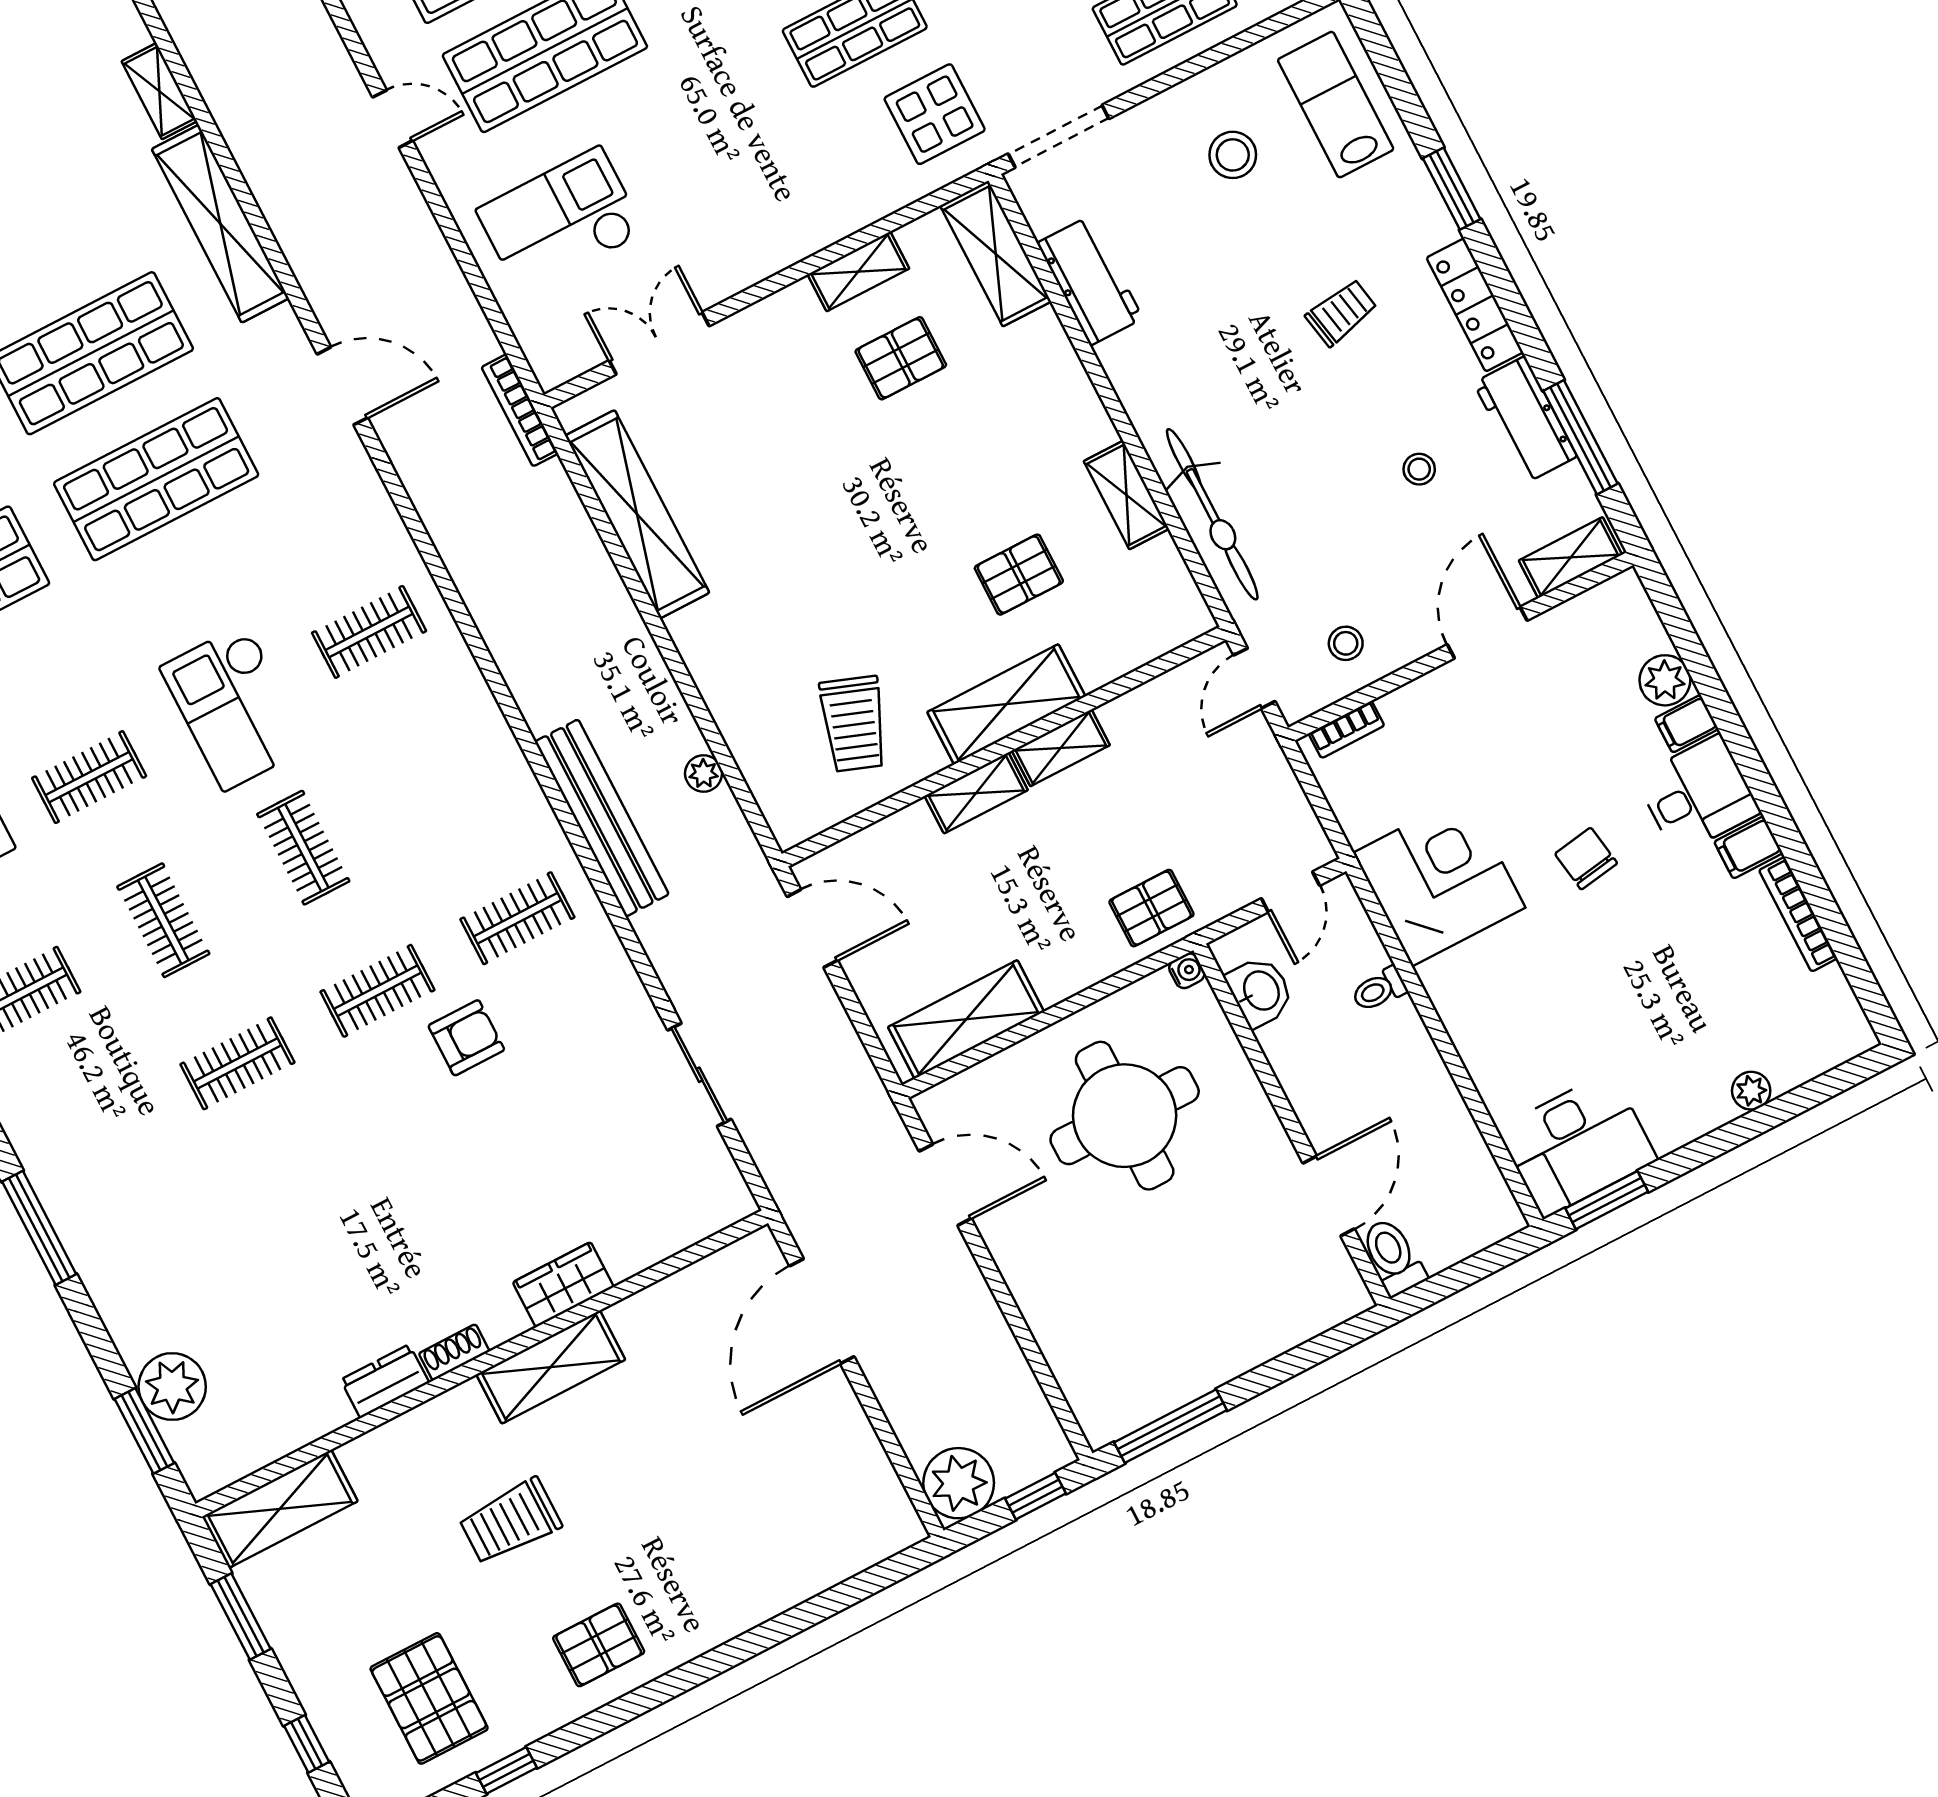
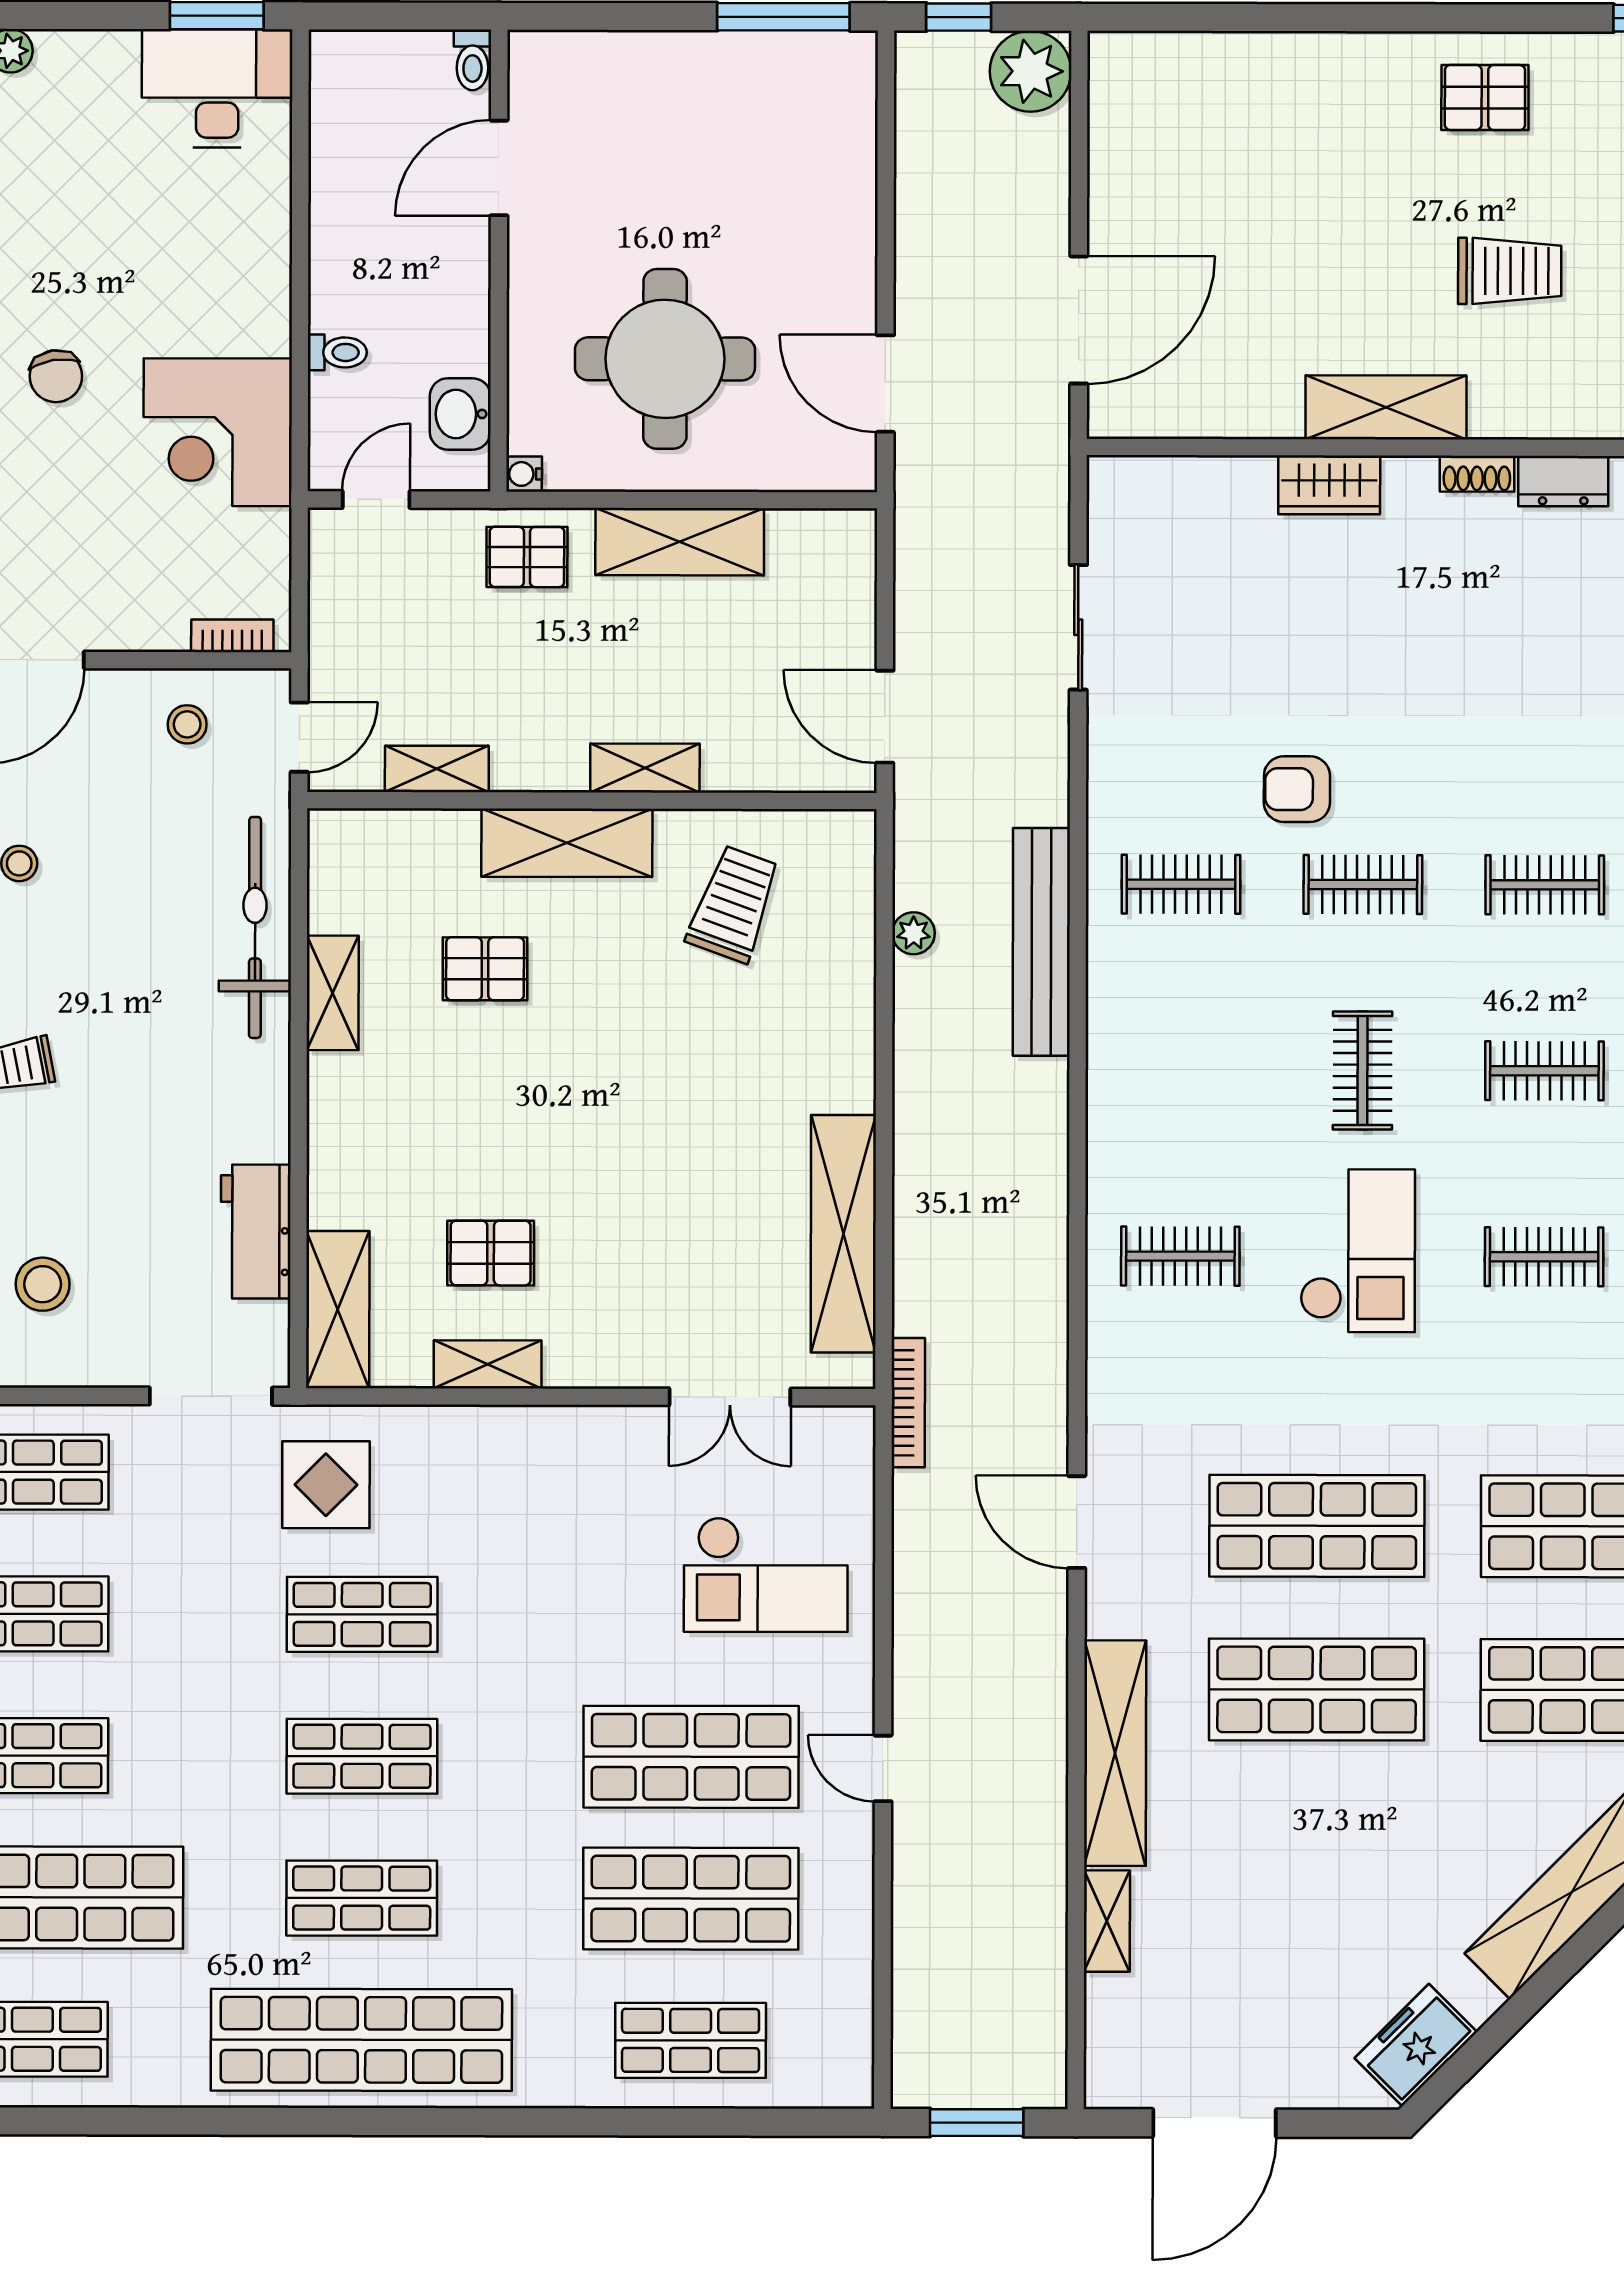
shelving: (1061, 748) -> (437, 769), moved
clothes rail: (163, 920) -> (1544, 1071), turned 90
shelving: (966, 1019) -> (680, 542), moved
toilet: (1393, 1257) -> (472, 60), width x0.73, depth x0.72

